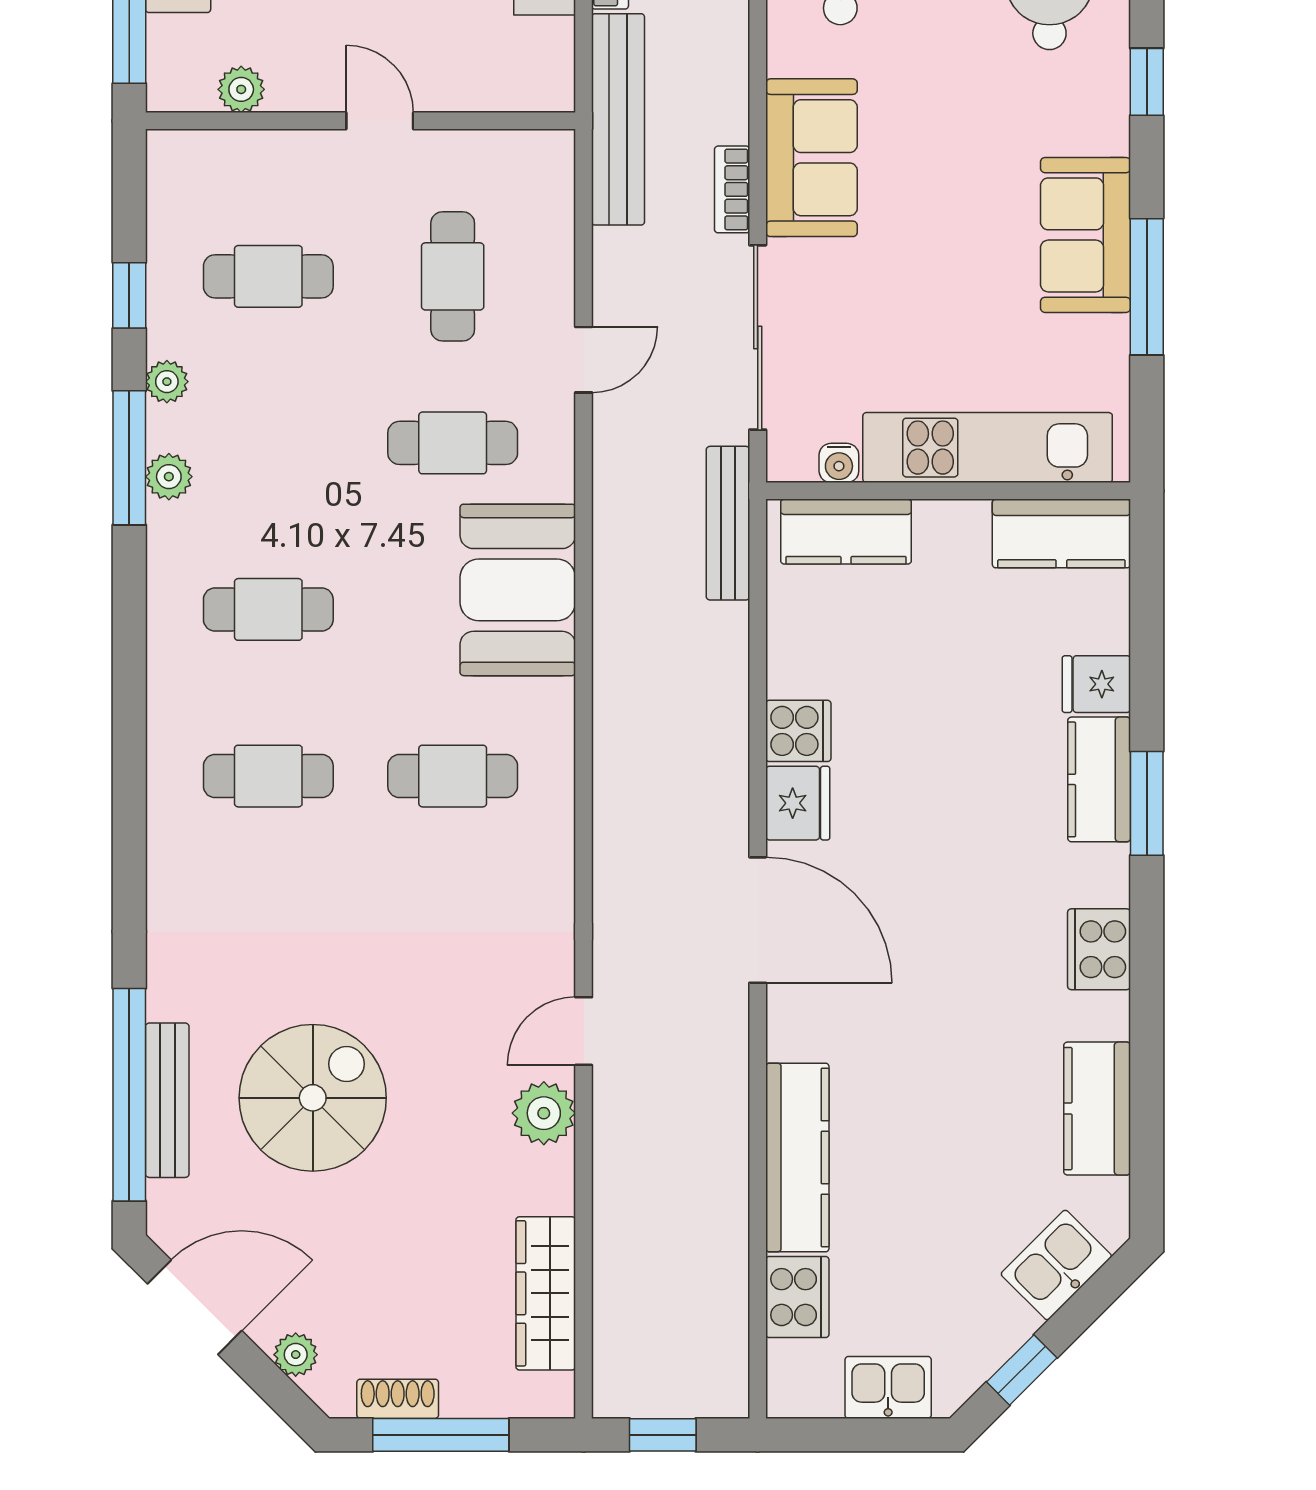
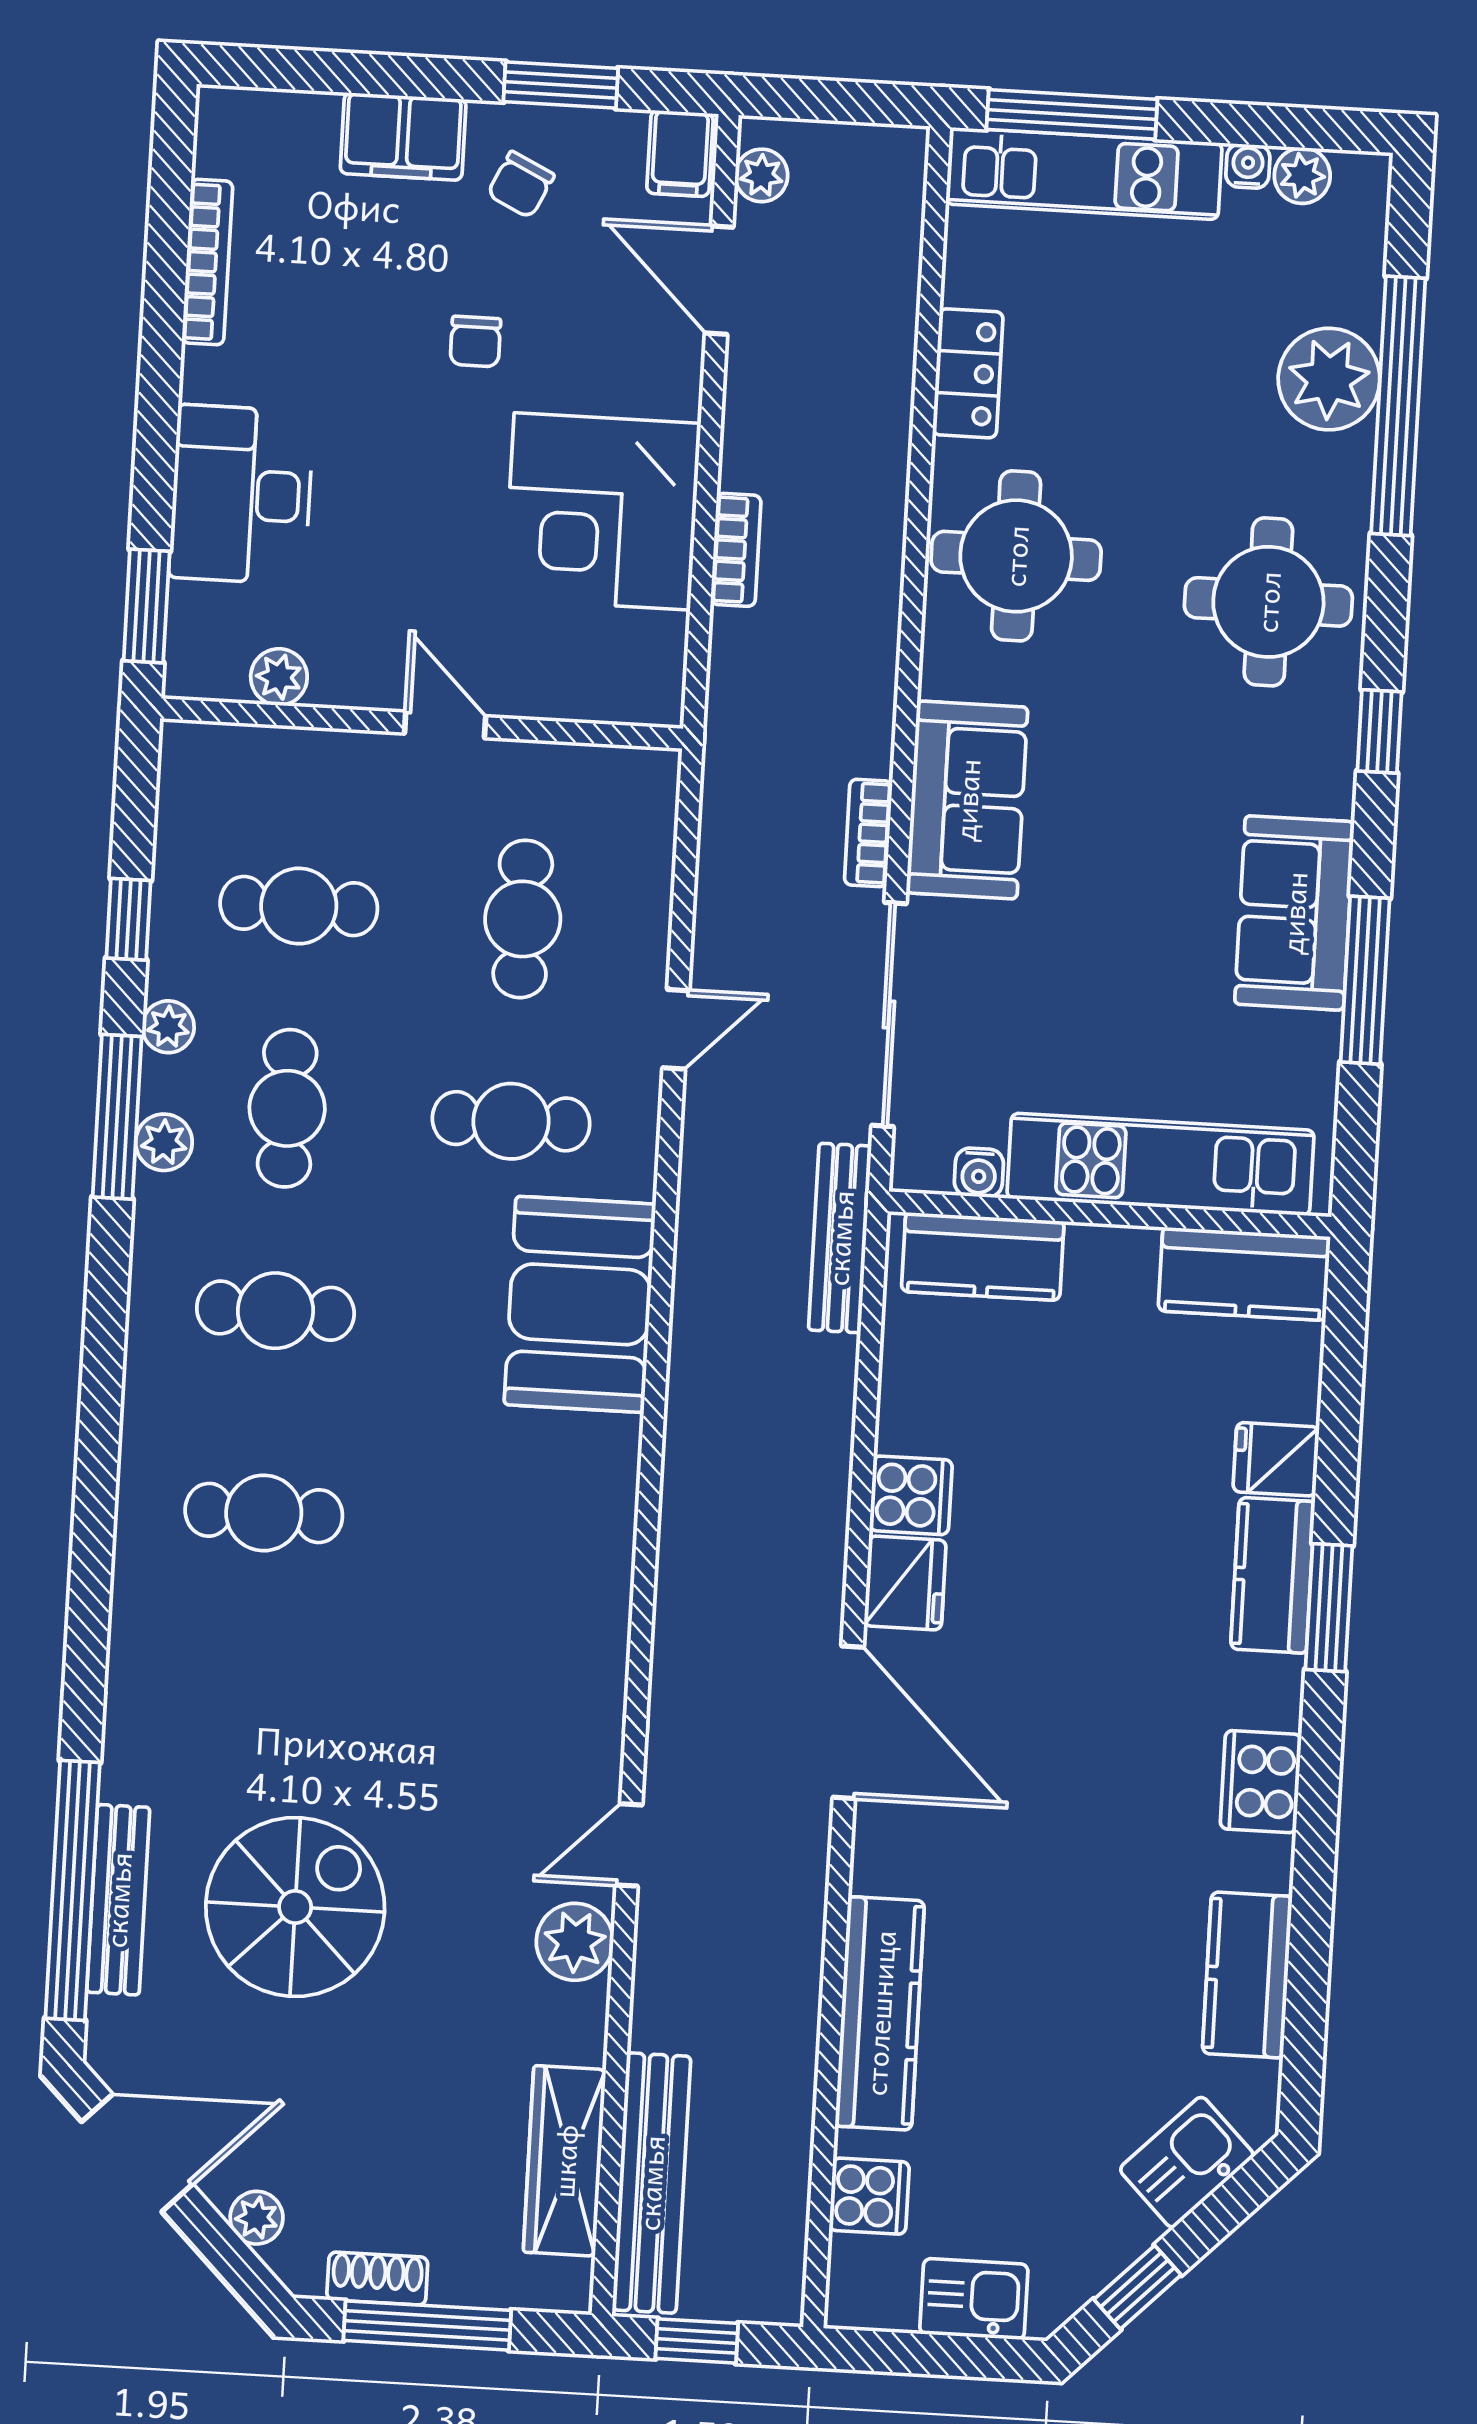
bench: (618, 119) -> (651, 2183), moved
cafe table: (453, 776) -> (287, 1108), moved, turned 90
cooker: (797, 1297) -> (869, 2196), width x0.73

